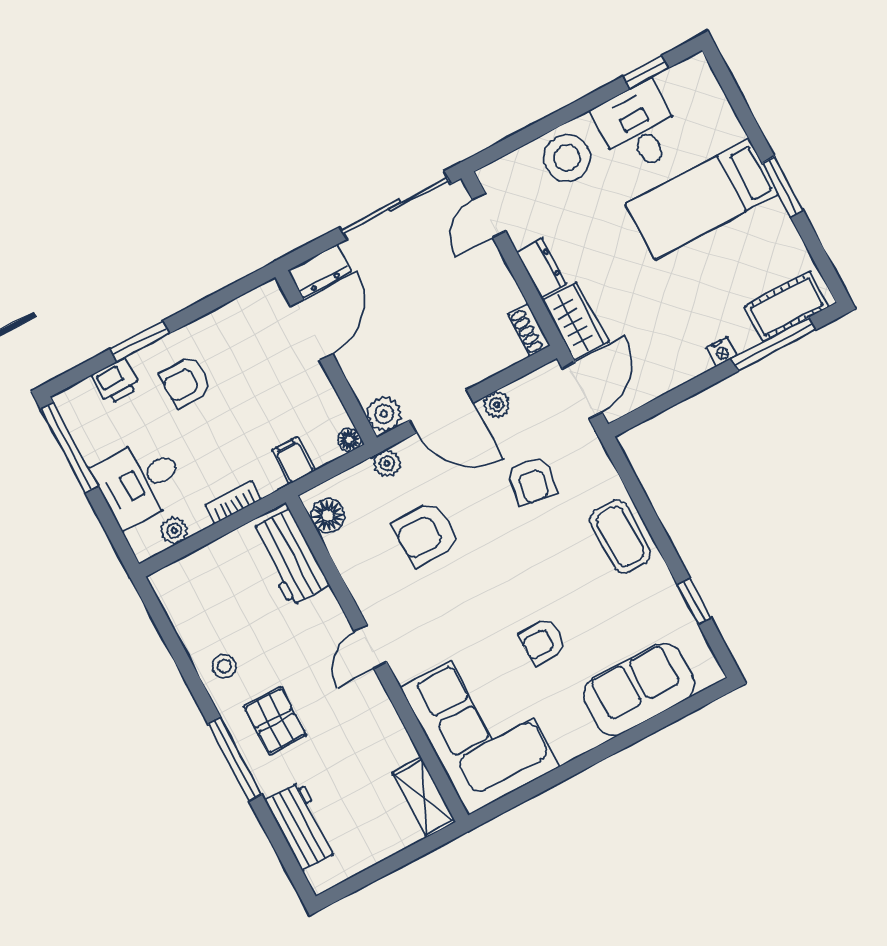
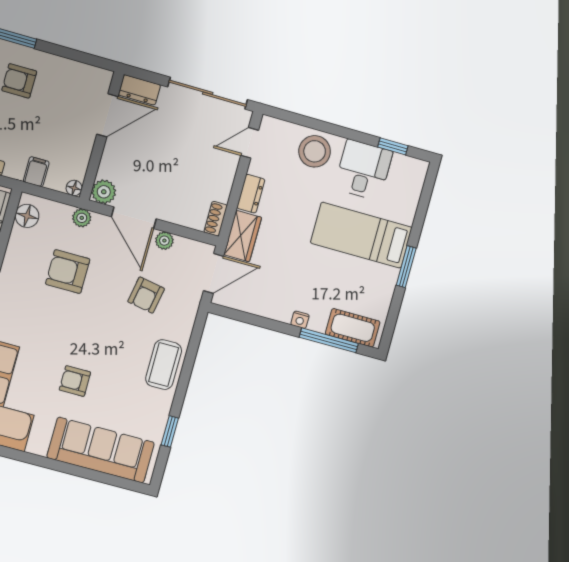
sofa: (639, 690) -> (101, 450), width x1.36

